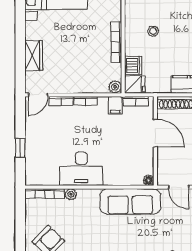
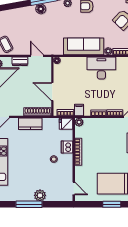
dishwasher: (133, 66) -> (67, 147), moved
sofa: (130, 201) -> (84, 46), moved

